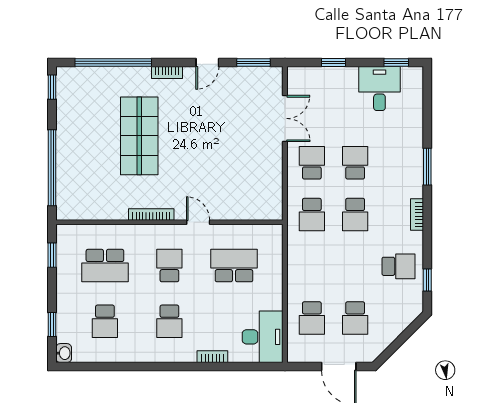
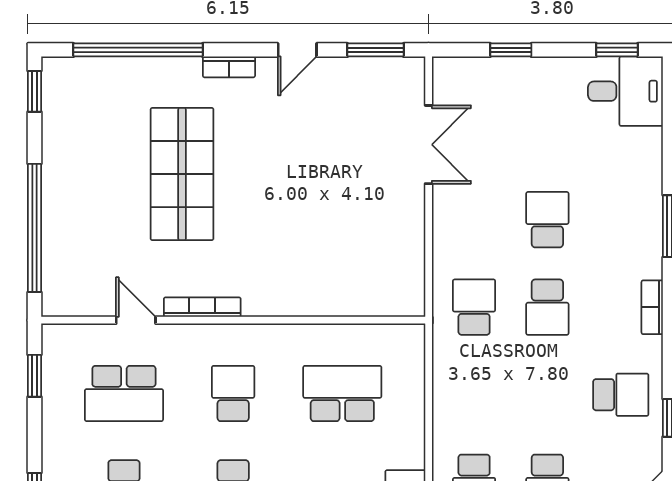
desk: (379, 89) -> (625, 91), moved, turned 90
school desk: (312, 163) -> (474, 220), removed
school desk: (312, 215) -> (474, 307), turned 180
door: (198, 222) -> (136, 320), moved

